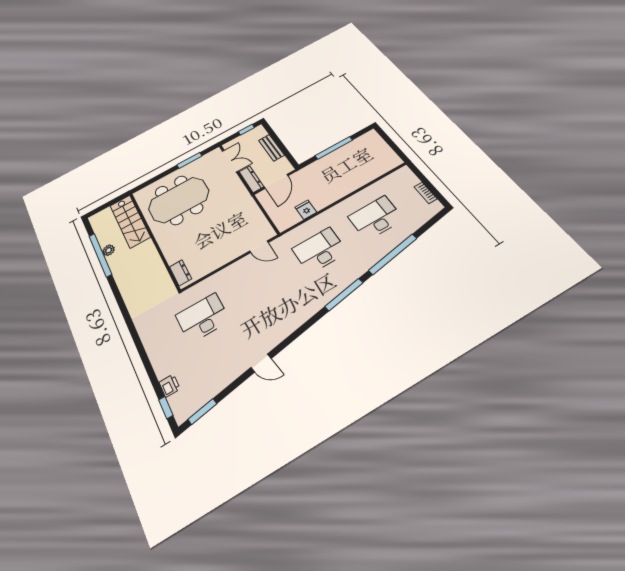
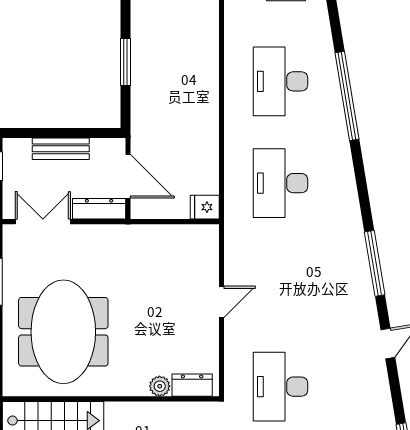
window: (334, 148) -> (126, 62), width x0.69
fridge: (306, 210) -> (205, 207), moved
door: (259, 247) -> (222, 302), moved
plant: (172, 258) -> (160, 386), added
window: (344, 295) -> (375, 263), moved

